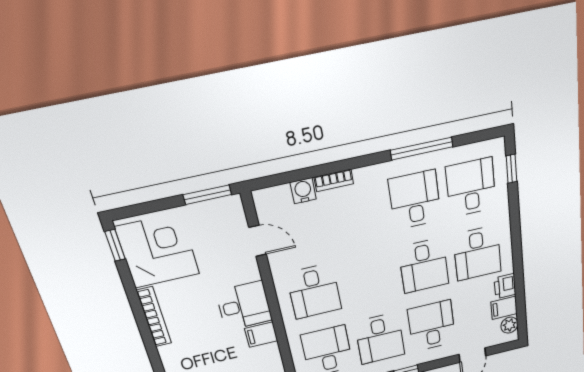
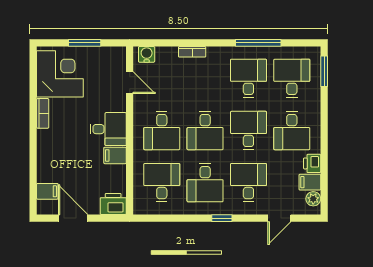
window: (511, 169) -> (324, 71), width x1.50
water cooler: (303, 191) -> (147, 54), moved
window: (207, 195) -> (85, 43), moved
window: (115, 245) -> (33, 64), removed
desk: (424, 266) -> (248, 131), turned 180
desk: (369, 278) -> (205, 131), added
bookcase: (154, 317) -> (43, 113), width x0.64

